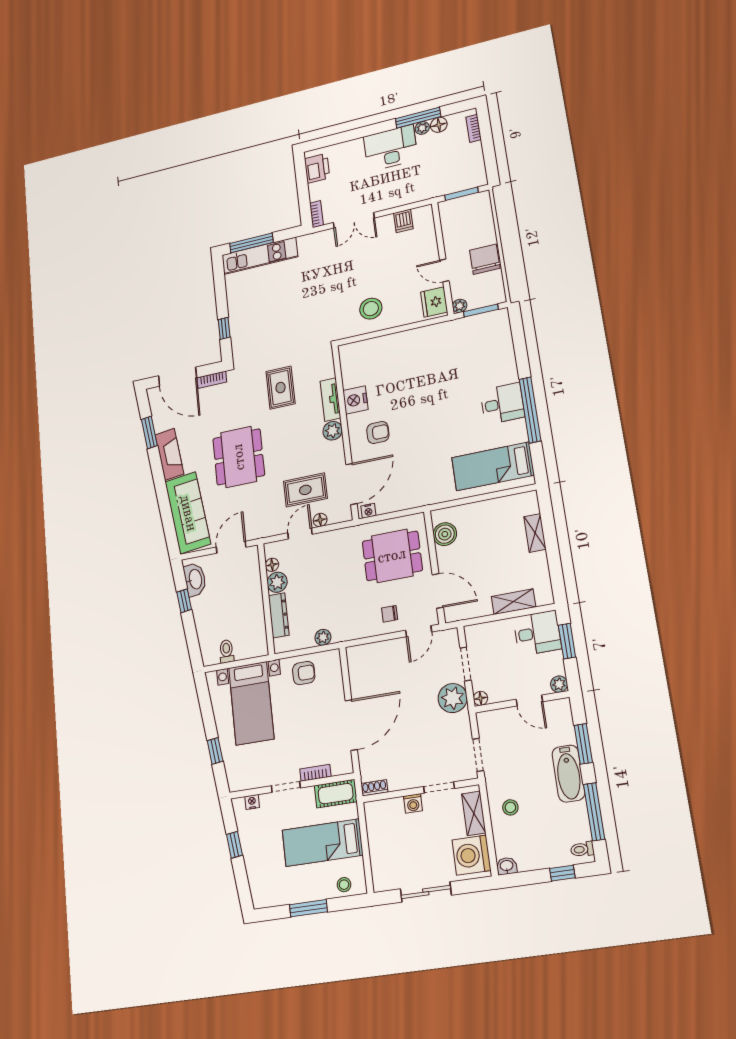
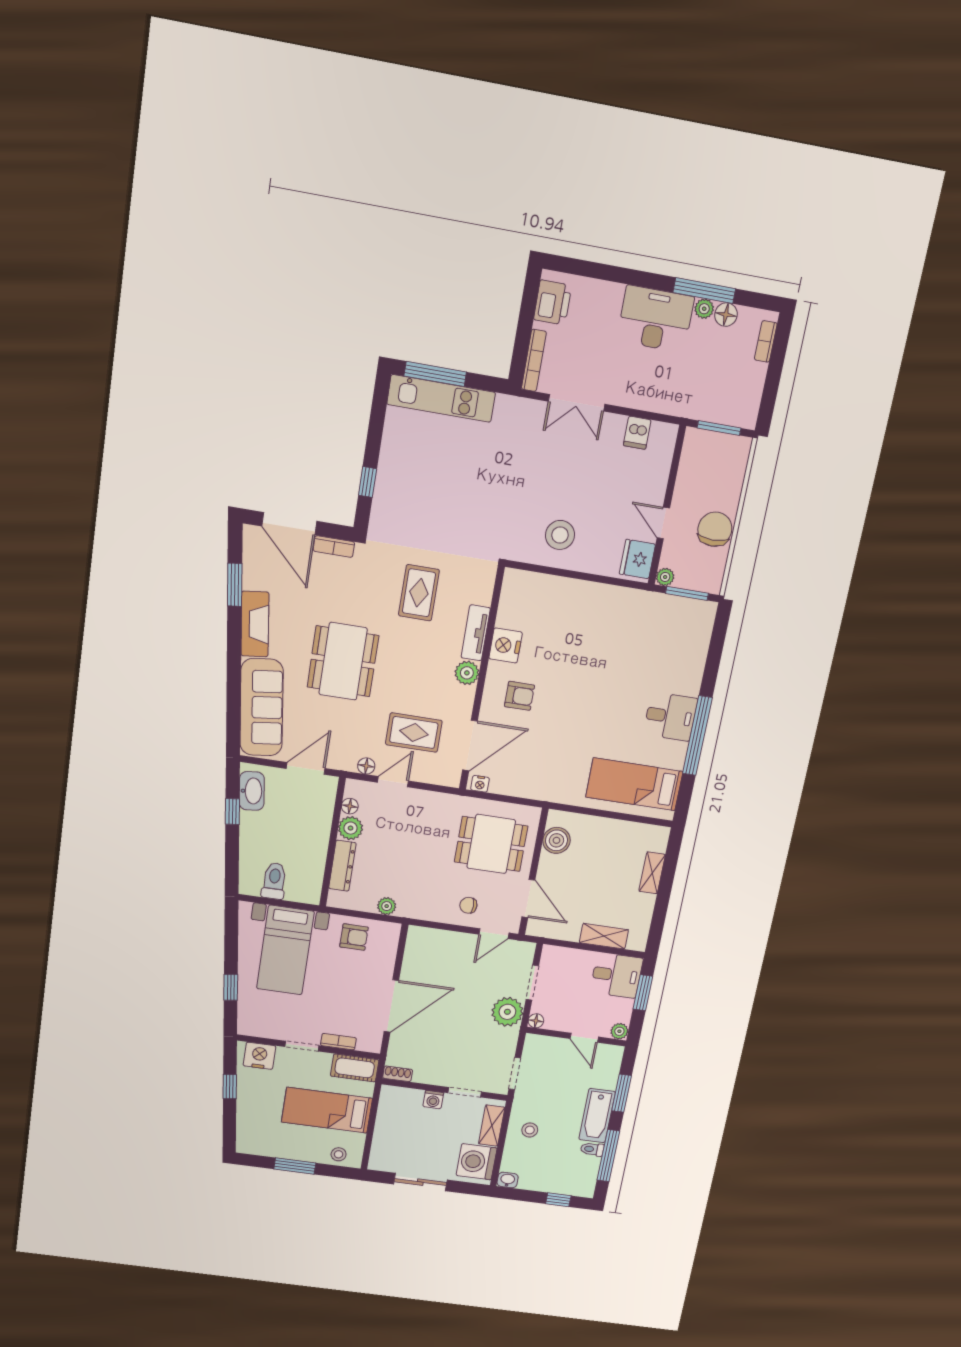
bookcase: (316, 214) -> (534, 360), width x1.56
floor lamp: (320, 520) -> (366, 766), moved
toilet: (227, 651) -> (274, 881), width x1.37, depth x1.39
nightstand: (252, 802) -> (259, 1056), width x1.89, depth x1.79
toilet: (582, 849) -> (592, 1149), moved

